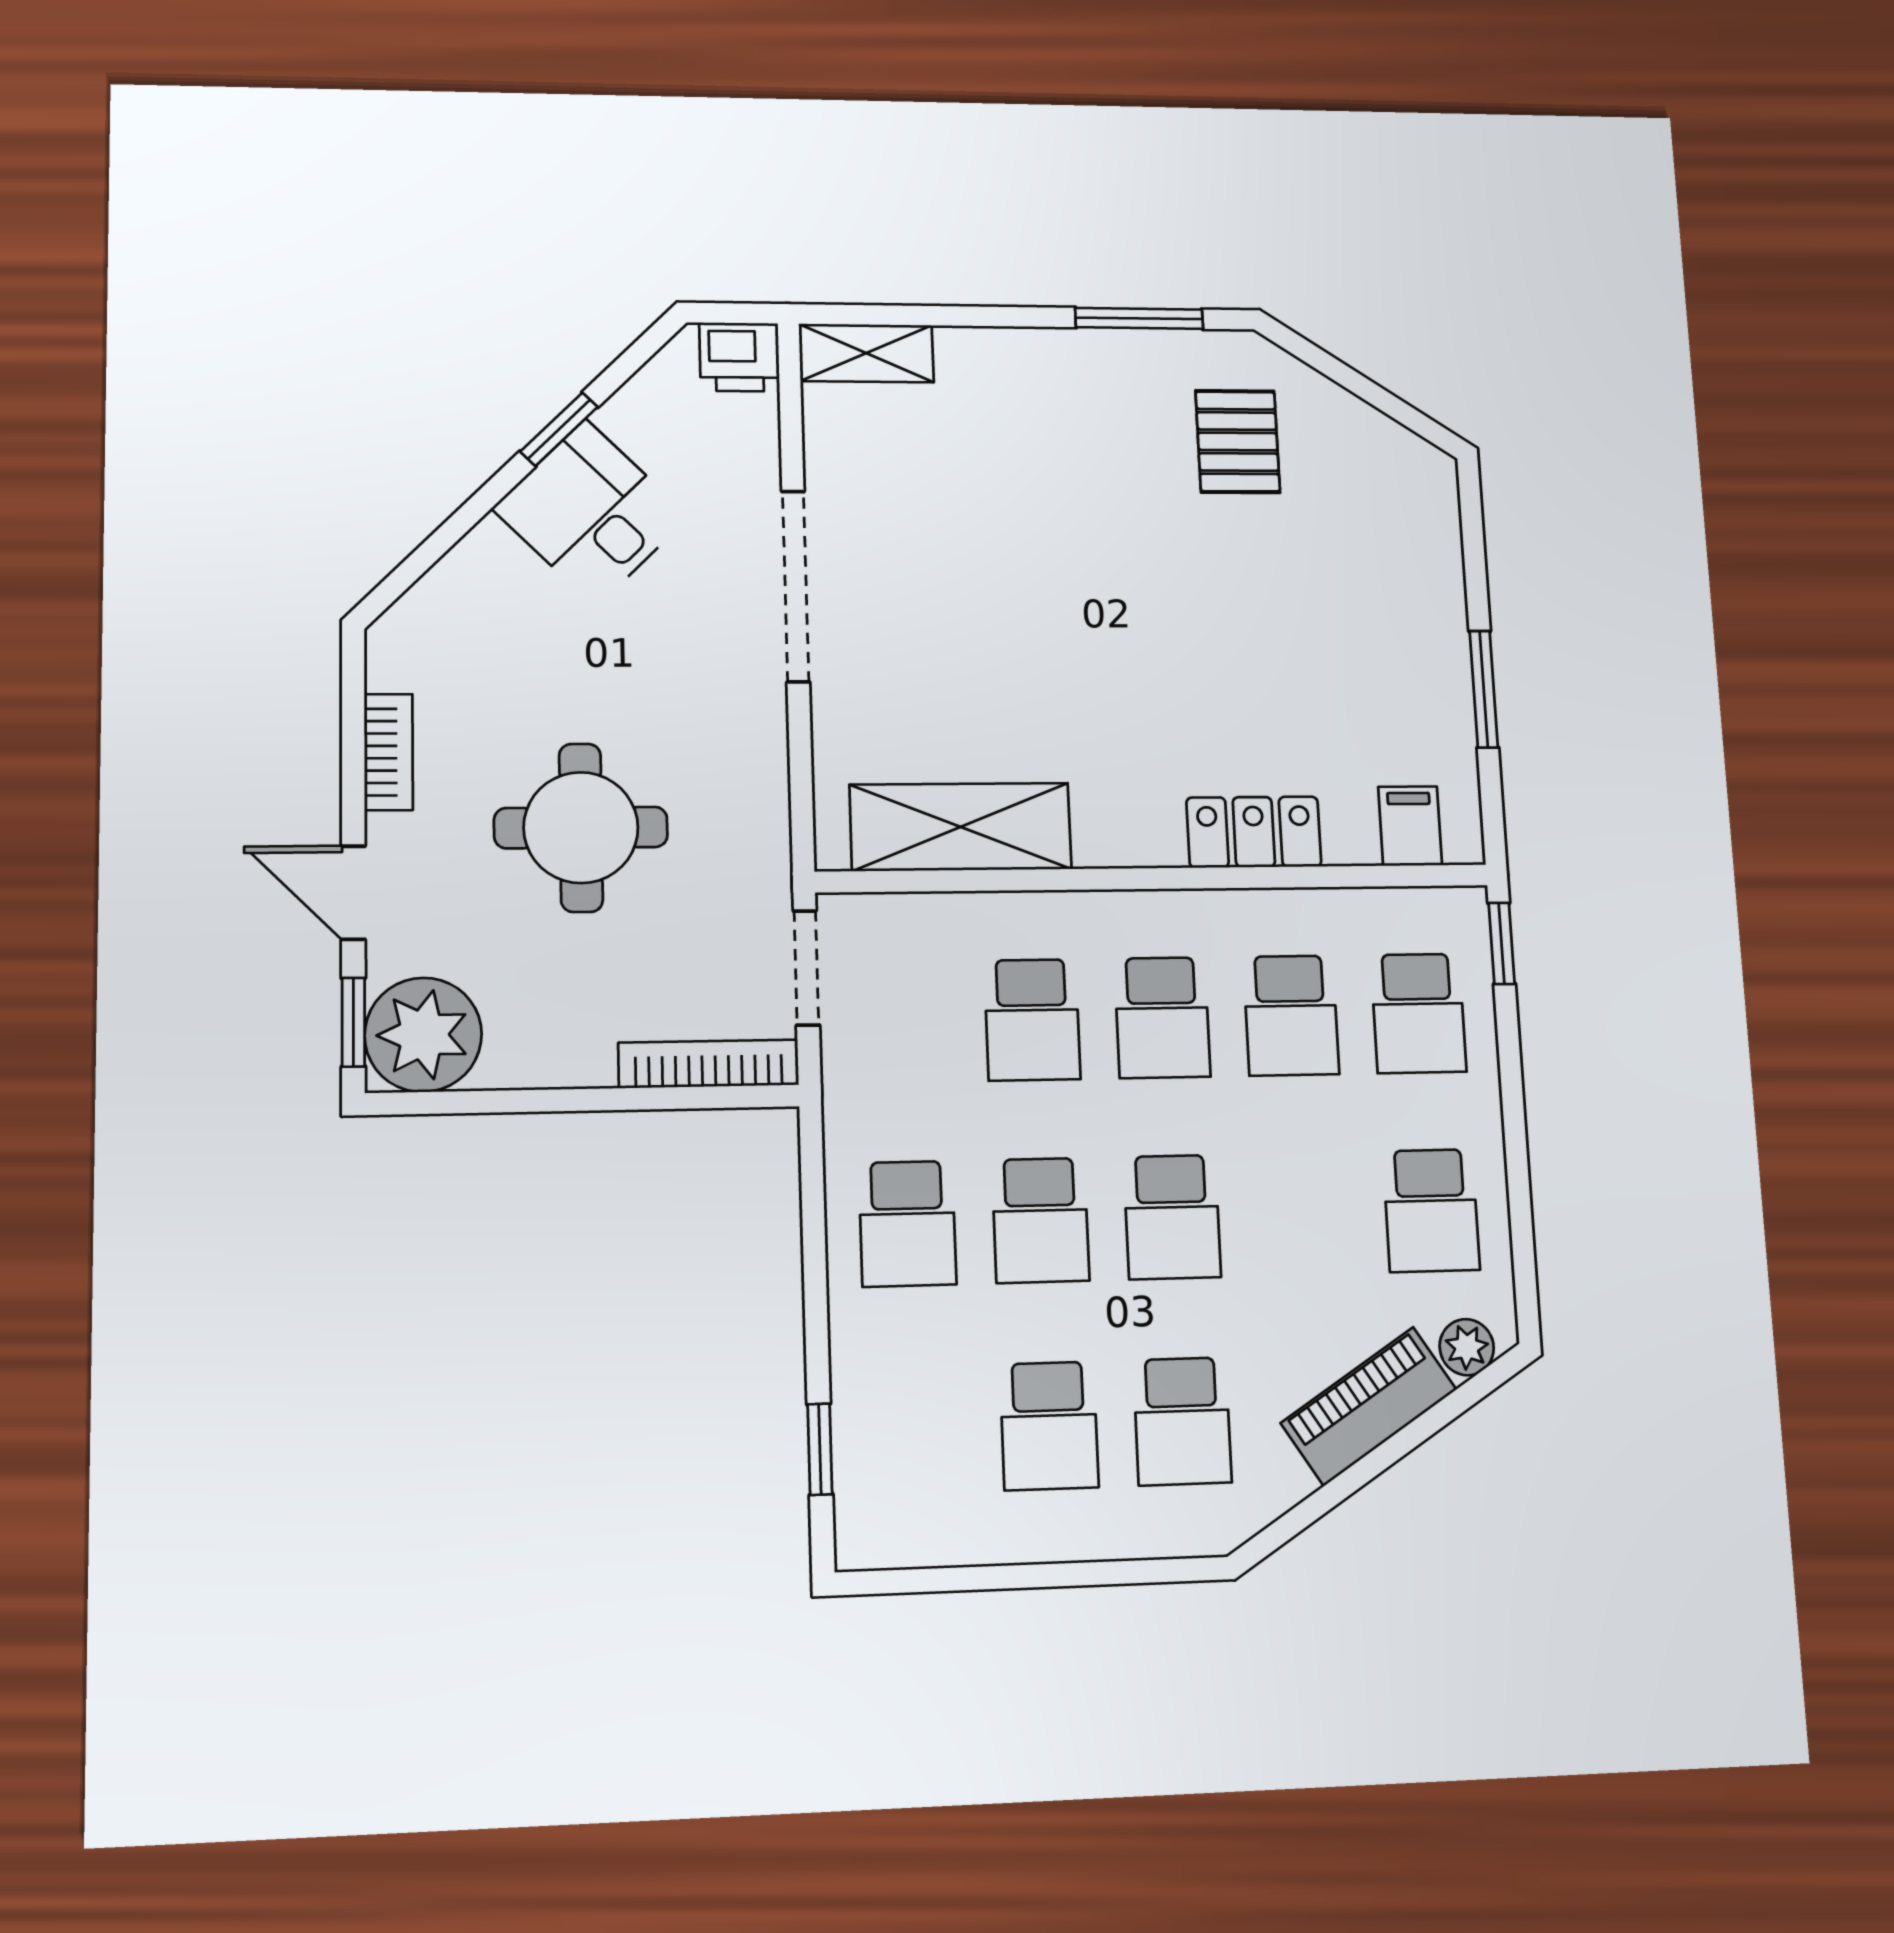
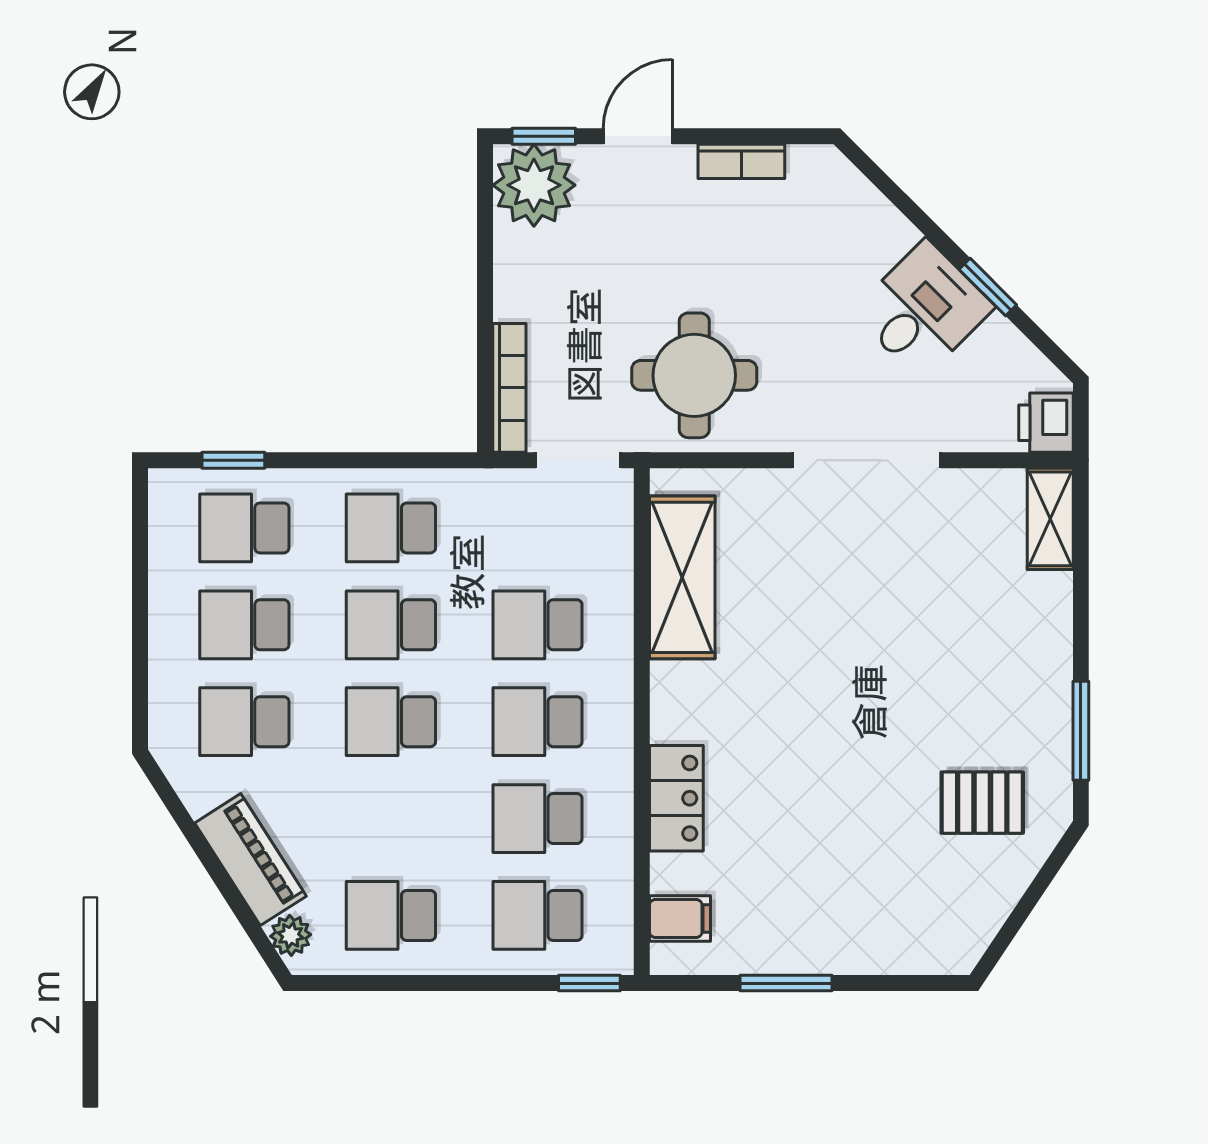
round table: (581, 828) -> (694, 375), moved
school desk: (914, 1430) -> (244, 528), added

